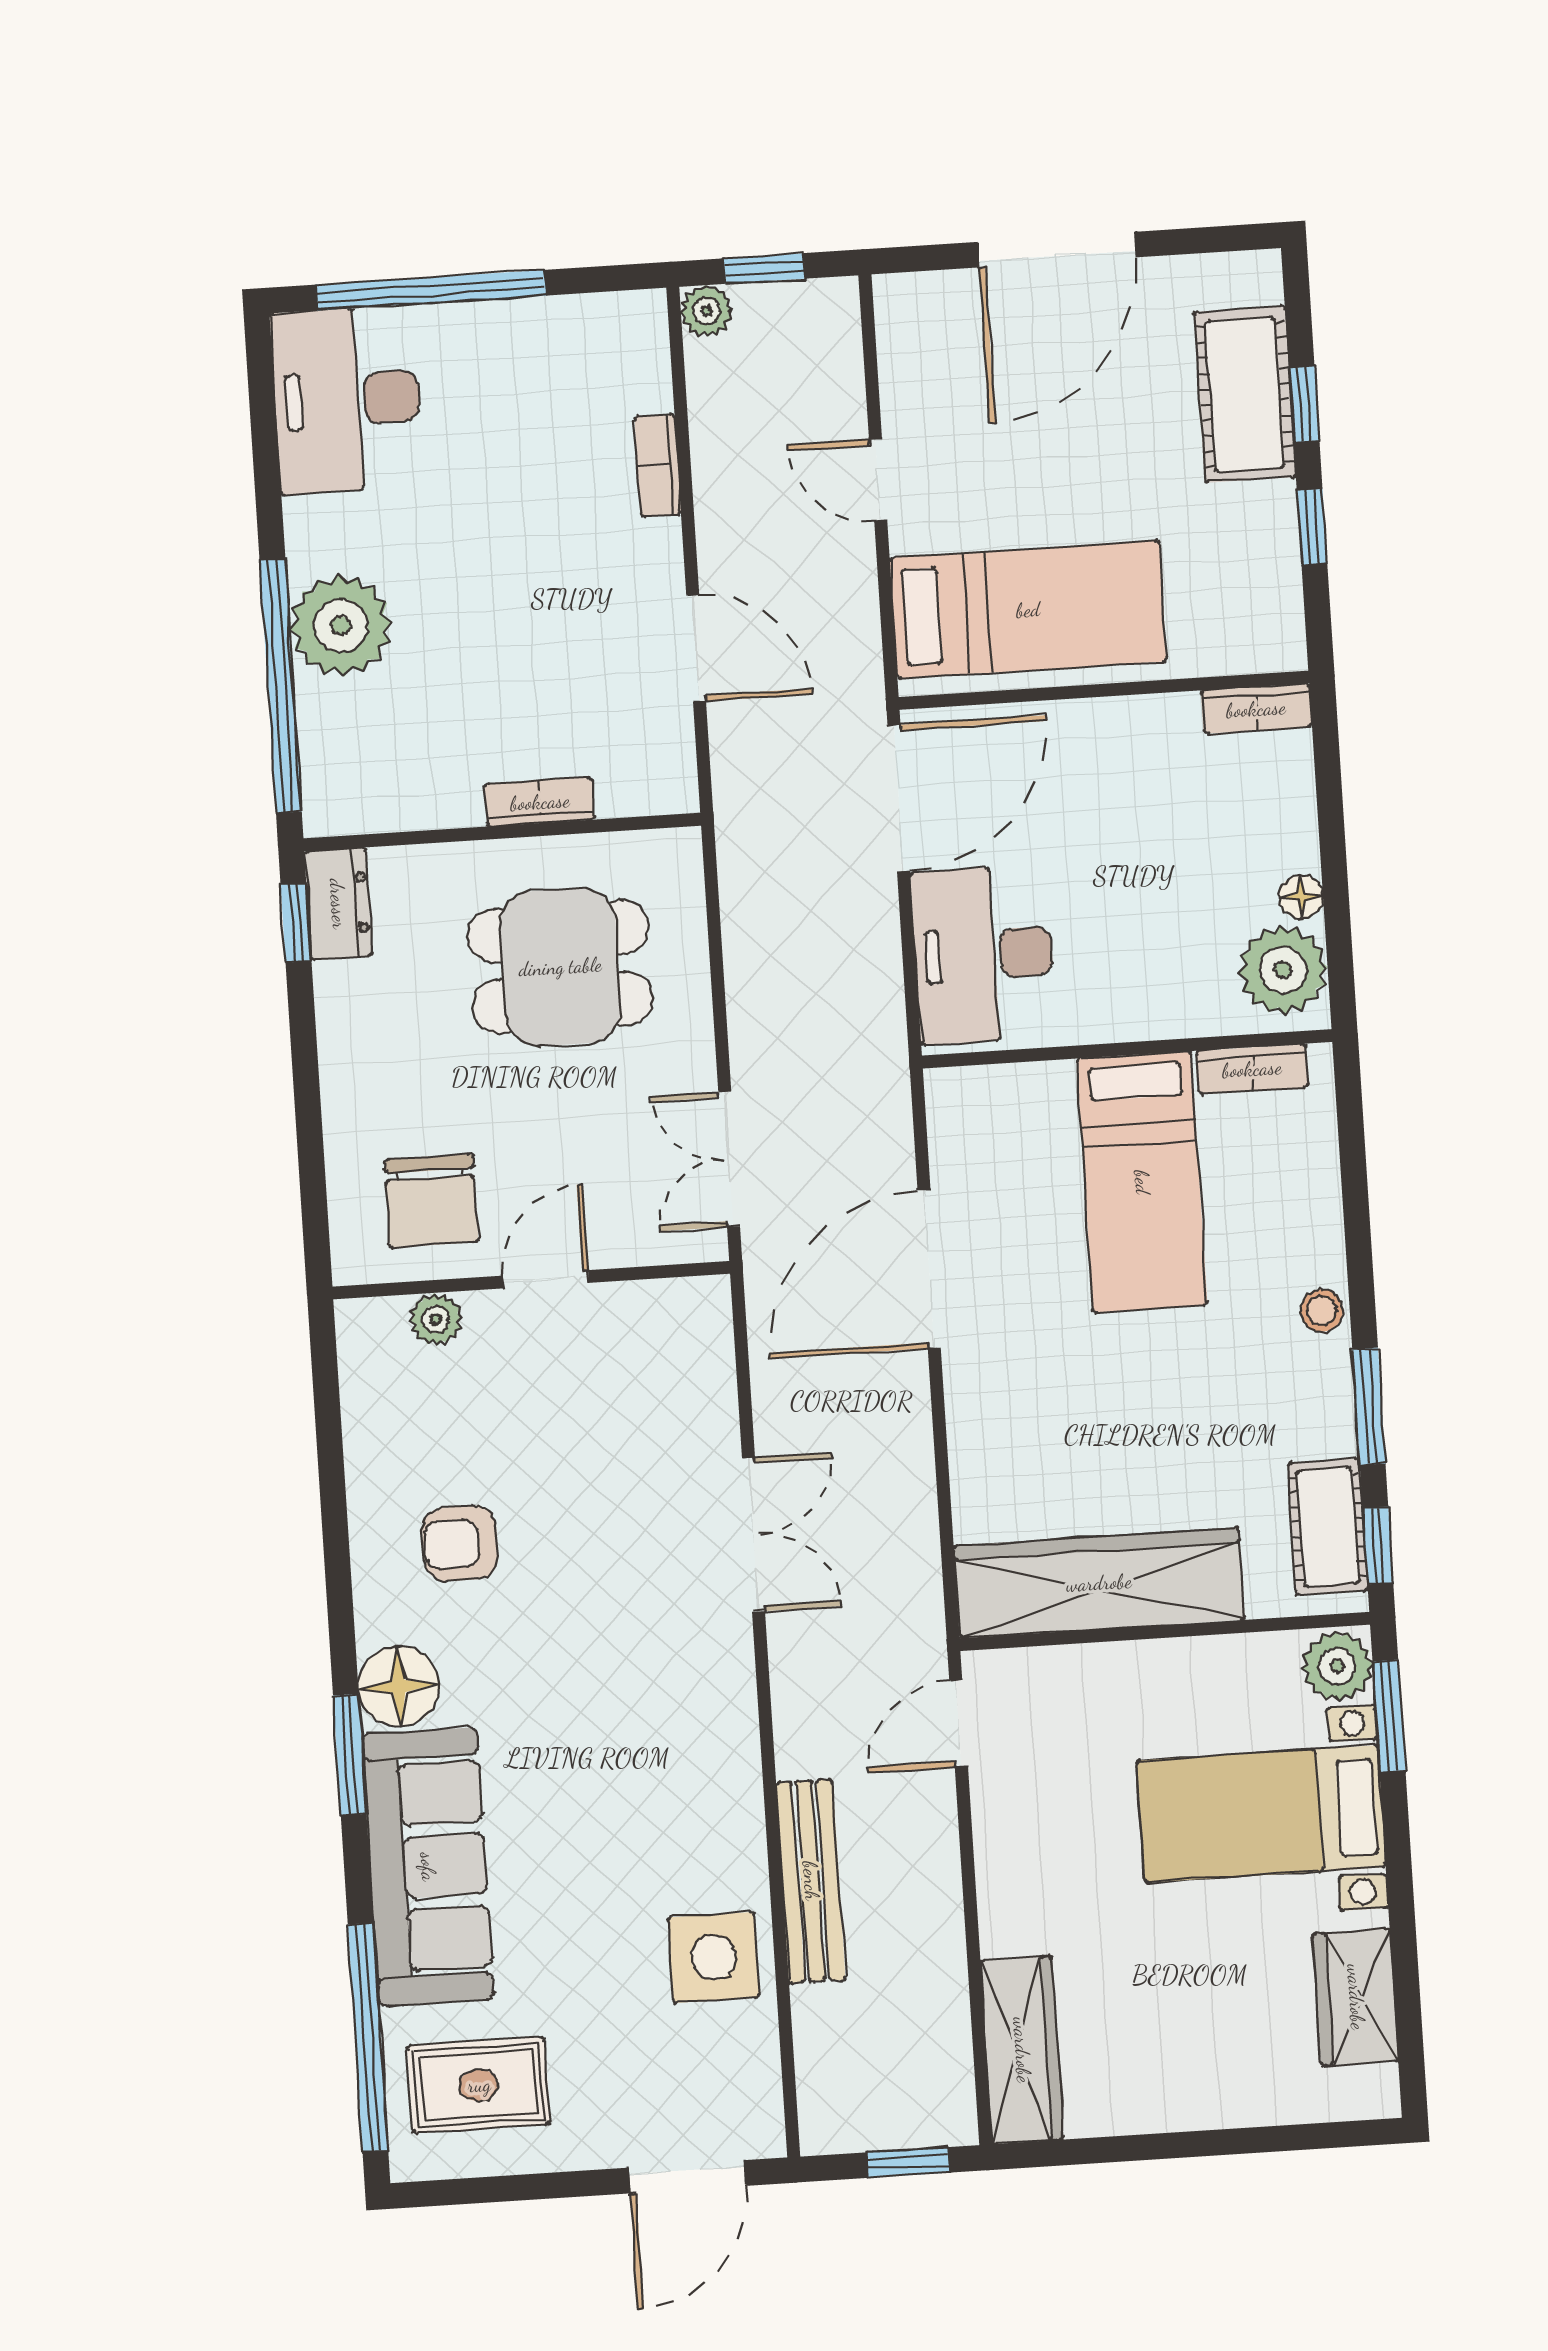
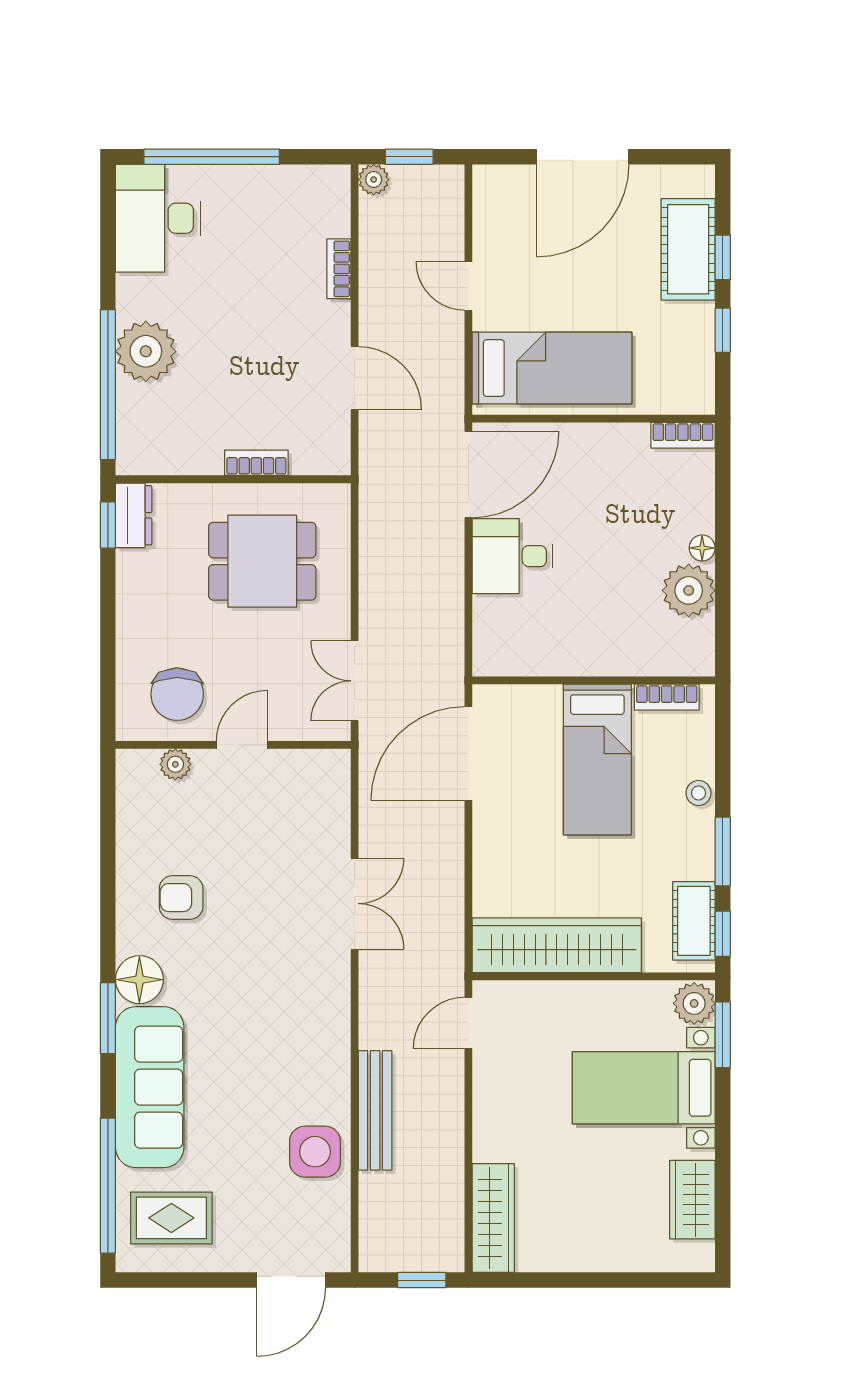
desk: (984, 955) -> (513, 556), width x0.73
wall: (1127, 1049) -> (594, 680), moved
bookcase: (1252, 1069) -> (667, 697), moved
bed: (1142, 1182) -> (597, 760), moved

